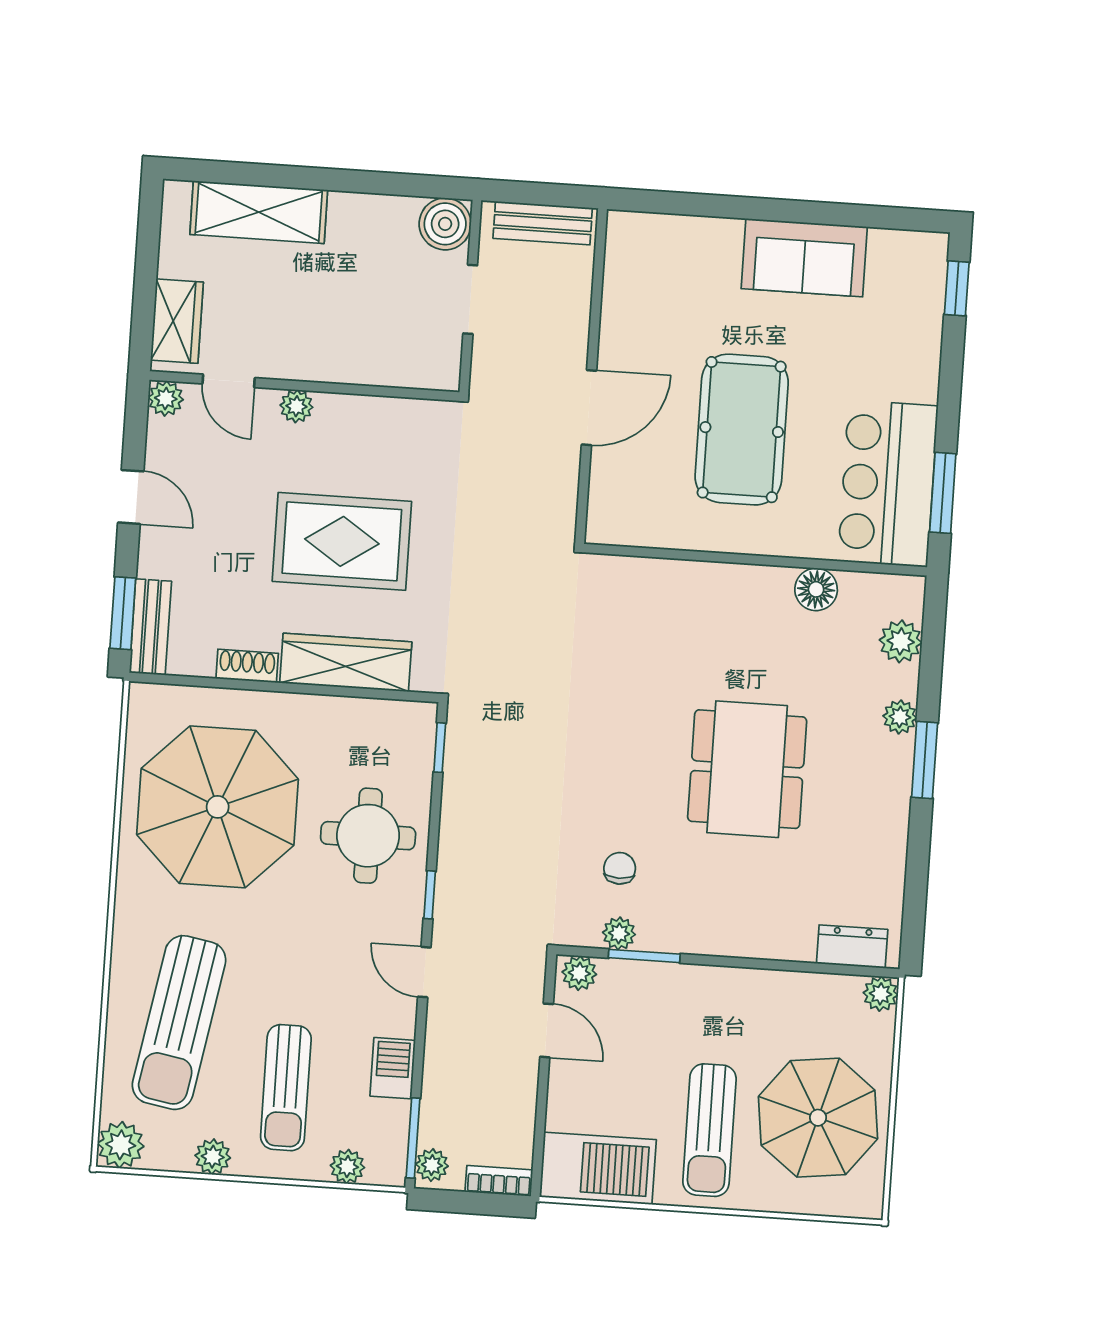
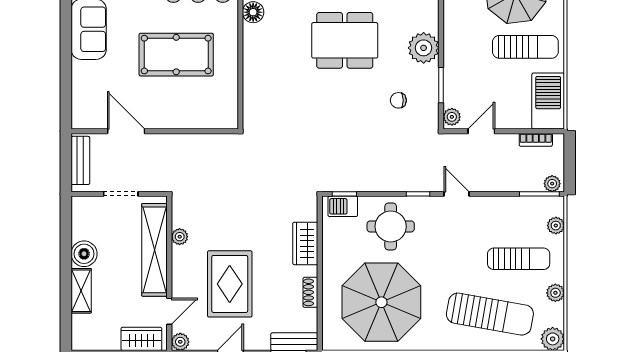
shelving: (259, 212) -> (81, 291), width x0.67, depth x0.75
boiler: (445, 224) -> (84, 254), moved
shelving: (354, 360) -> (155, 250), added
plant: (296, 406) -> (180, 237), moved
door: (589, 408) -> (126, 131), moved
rug: (342, 541) -> (230, 284), moved
wardrobe: (346, 662) -> (305, 243), width x0.67
plant: (619, 933) -> (424, 48), moved, width x1.87, depth x1.87
door: (424, 972) -> (457, 194), swing flipped
barbecue: (393, 1068) -> (343, 206), moved
bookcase: (499, 1181) -> (536, 140), moved, turned -90

